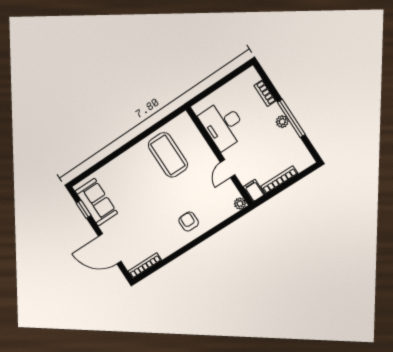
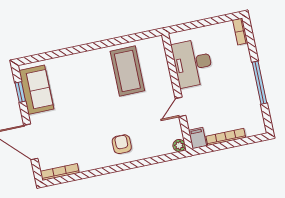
bookcase: (265, 93) -> (240, 31), moved
plant: (282, 122) -> (250, 82), removed

